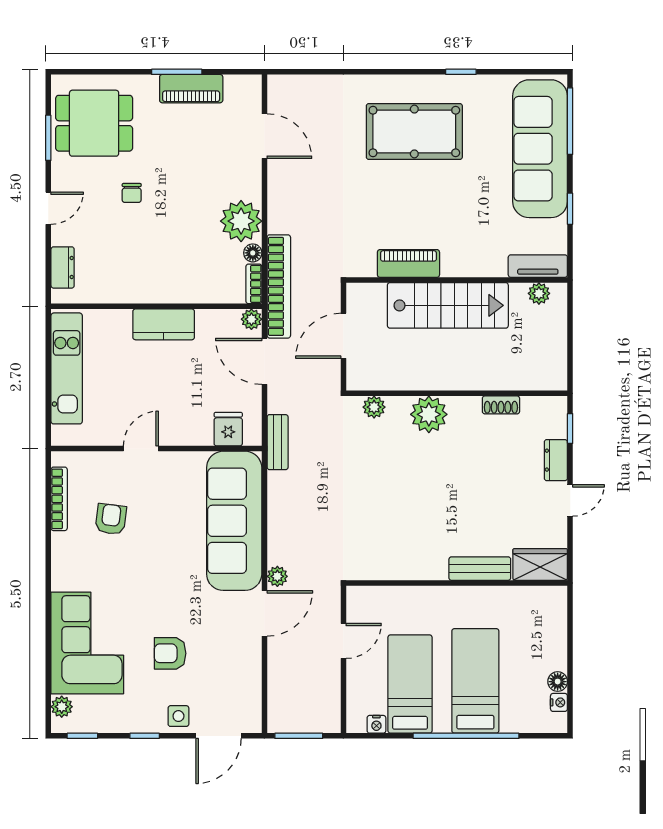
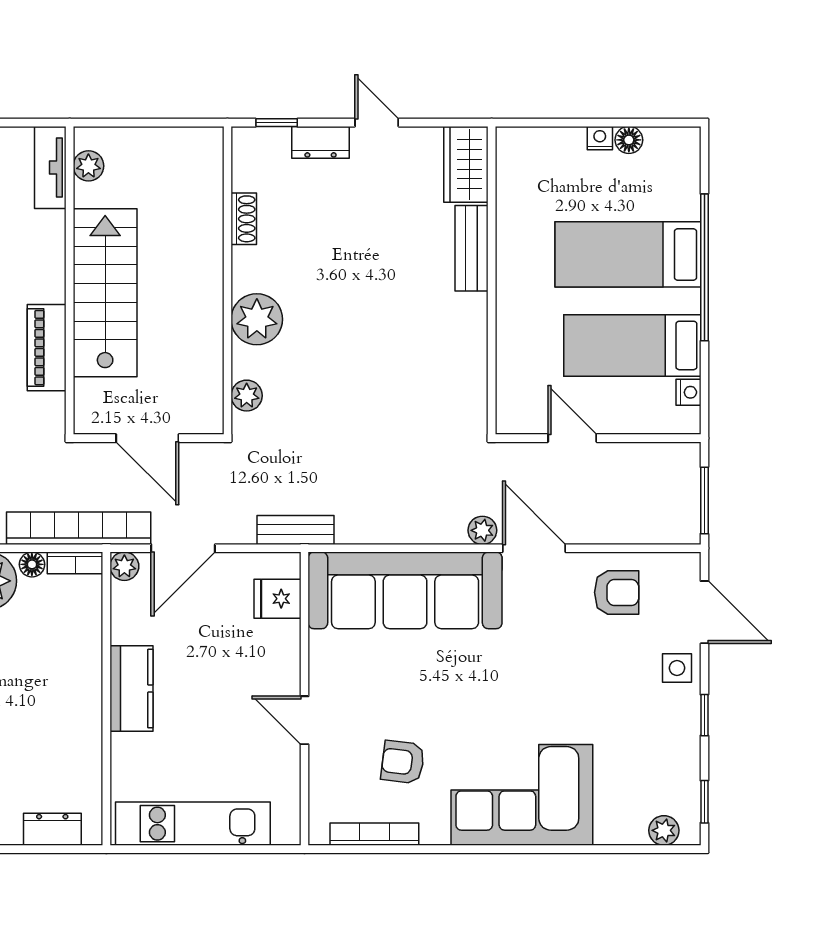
corner sofa: (87, 643) -> (522, 795), moved
armchair: (170, 653) -> (617, 592), moved, turned -90
nightstand: (559, 702) -> (600, 138), moved

